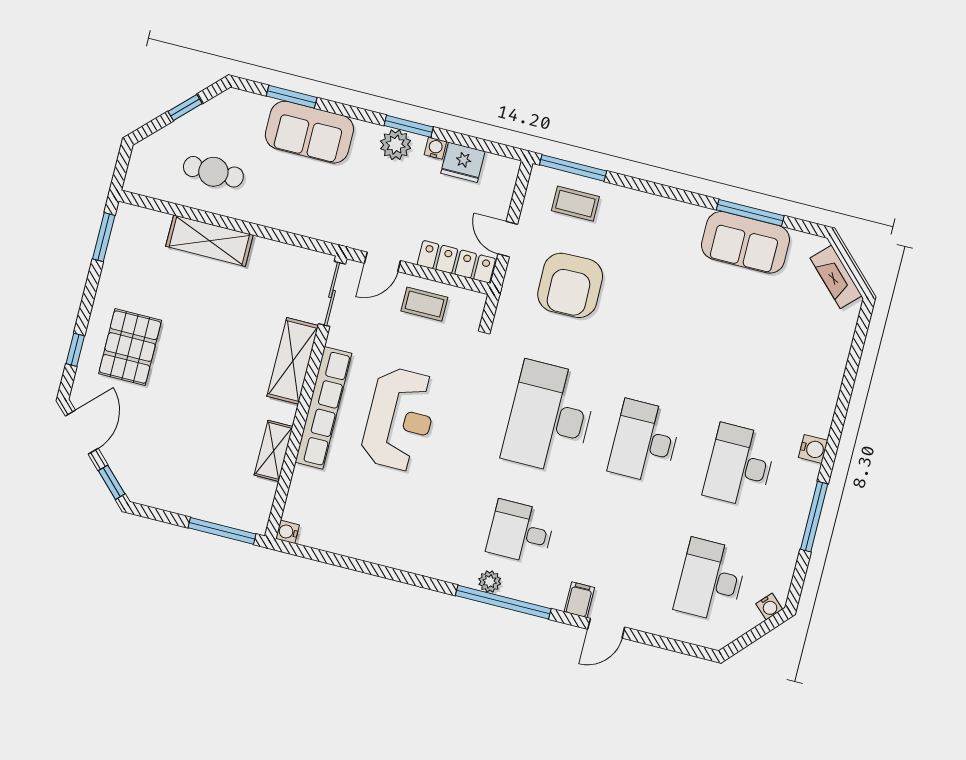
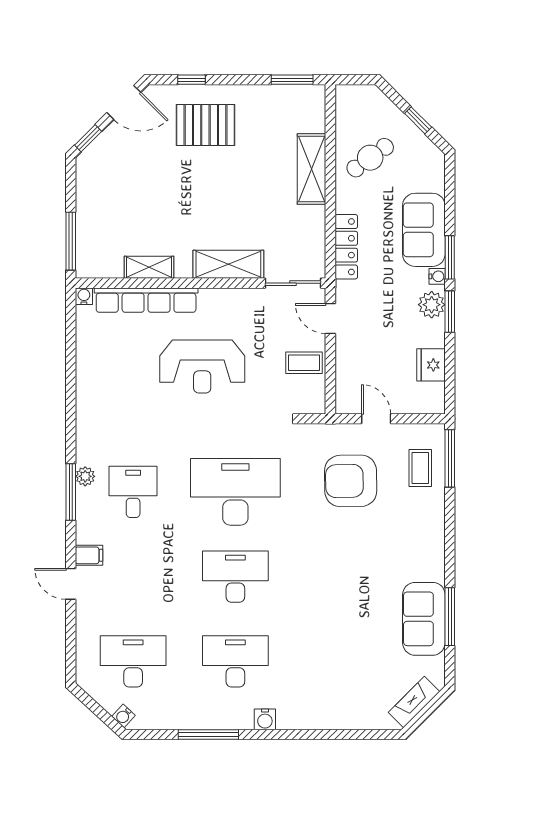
window: (292, 97) -> (450, 257), moved
water cooler: (435, 148) -> (437, 276), moved
cafe table: (213, 172) -> (370, 158), turned 54
door: (508, 239) -> (376, 419), hinge flipped
locker: (456, 262) -> (346, 247), moved
coffee table: (424, 304) -> (304, 363), turned 90
row of seats: (323, 408) -> (146, 300), moved
window: (503, 602) -> (71, 492), width x0.68

